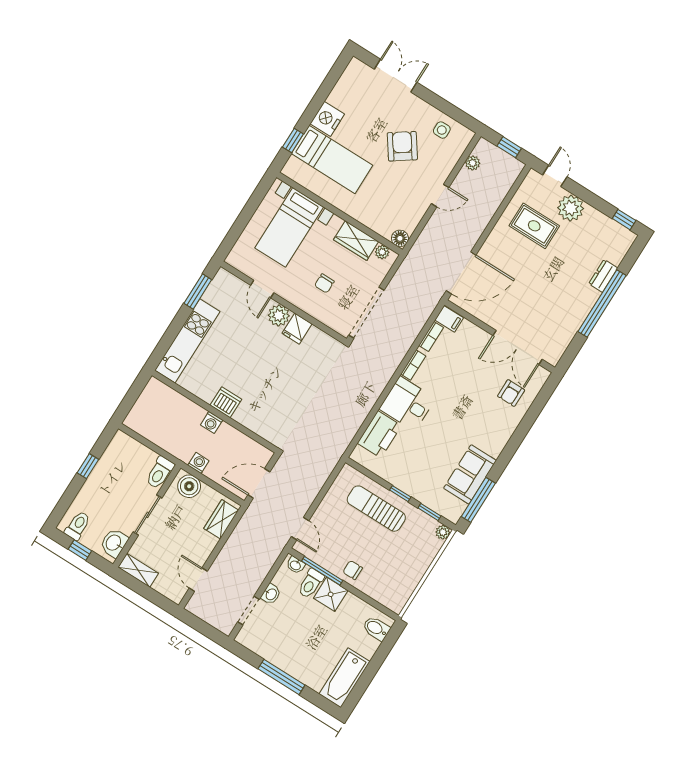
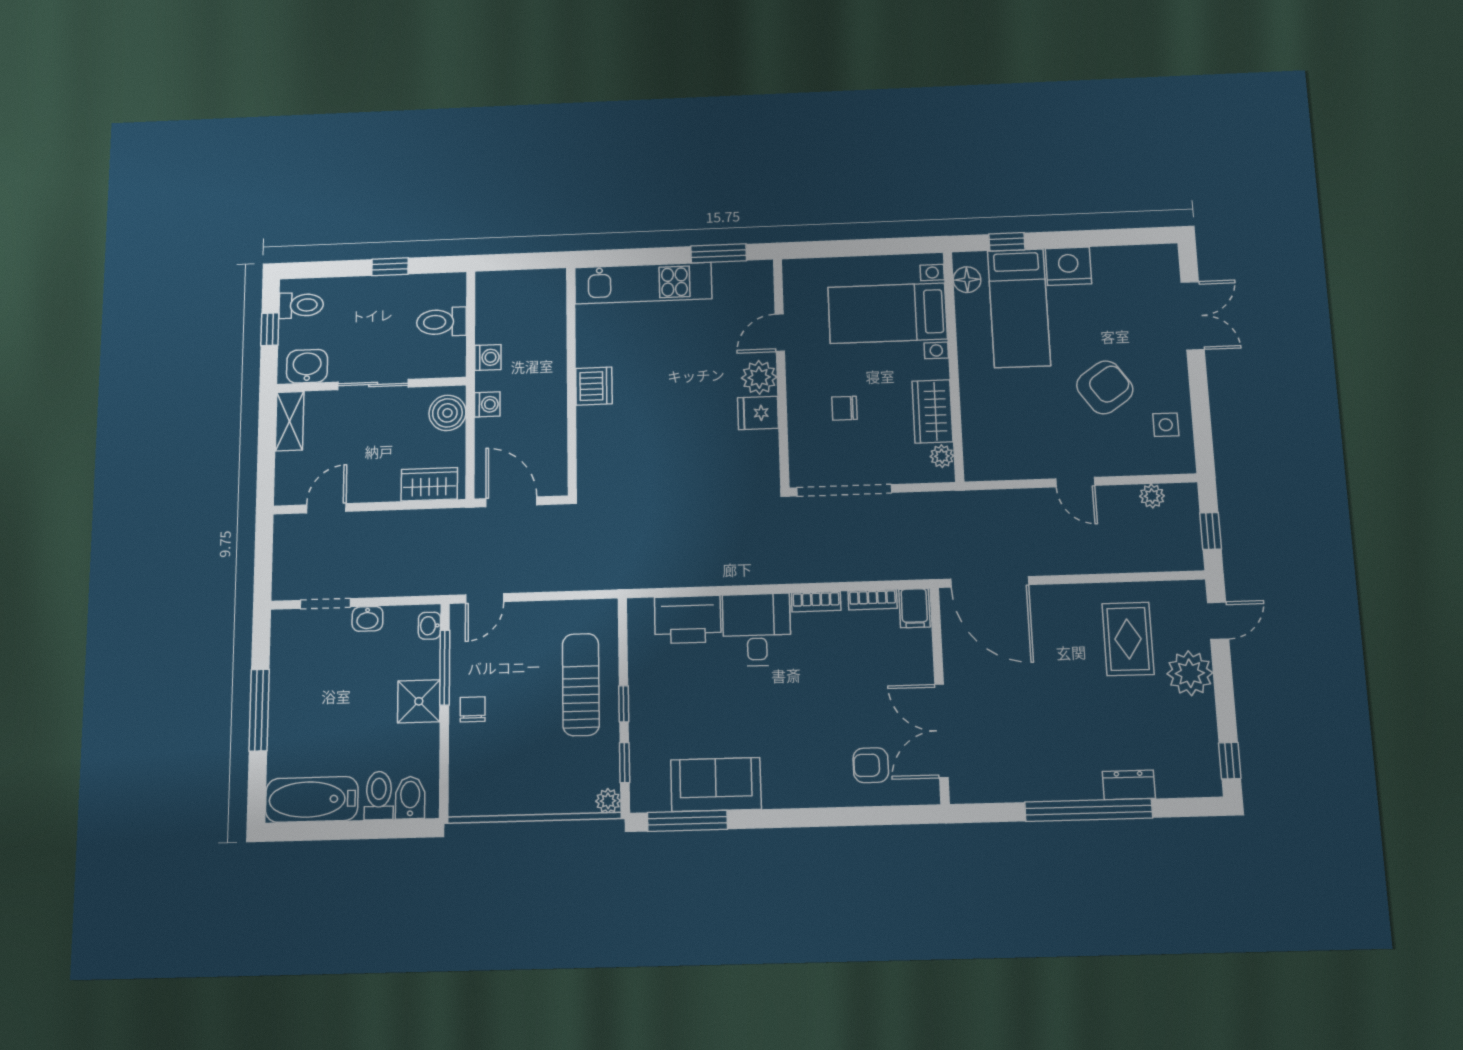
floor lamp: (400, 238) -> (967, 280), moved
washing machine: (212, 422) -> (488, 357), moved, turned 180
toilet: (160, 473) -> (441, 322), moved
toilet: (311, 583) -> (379, 796), moved, turned 90

